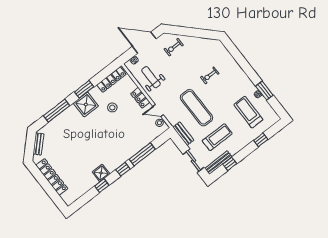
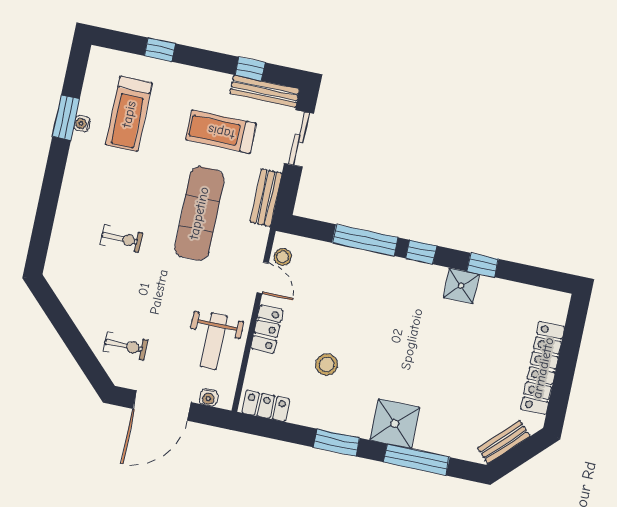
door: (144, 43) -> (162, 405), hinge flipped
locker: (111, 80) -> (266, 406), width x0.66
shower: (86, 104) -> (395, 424), moved

